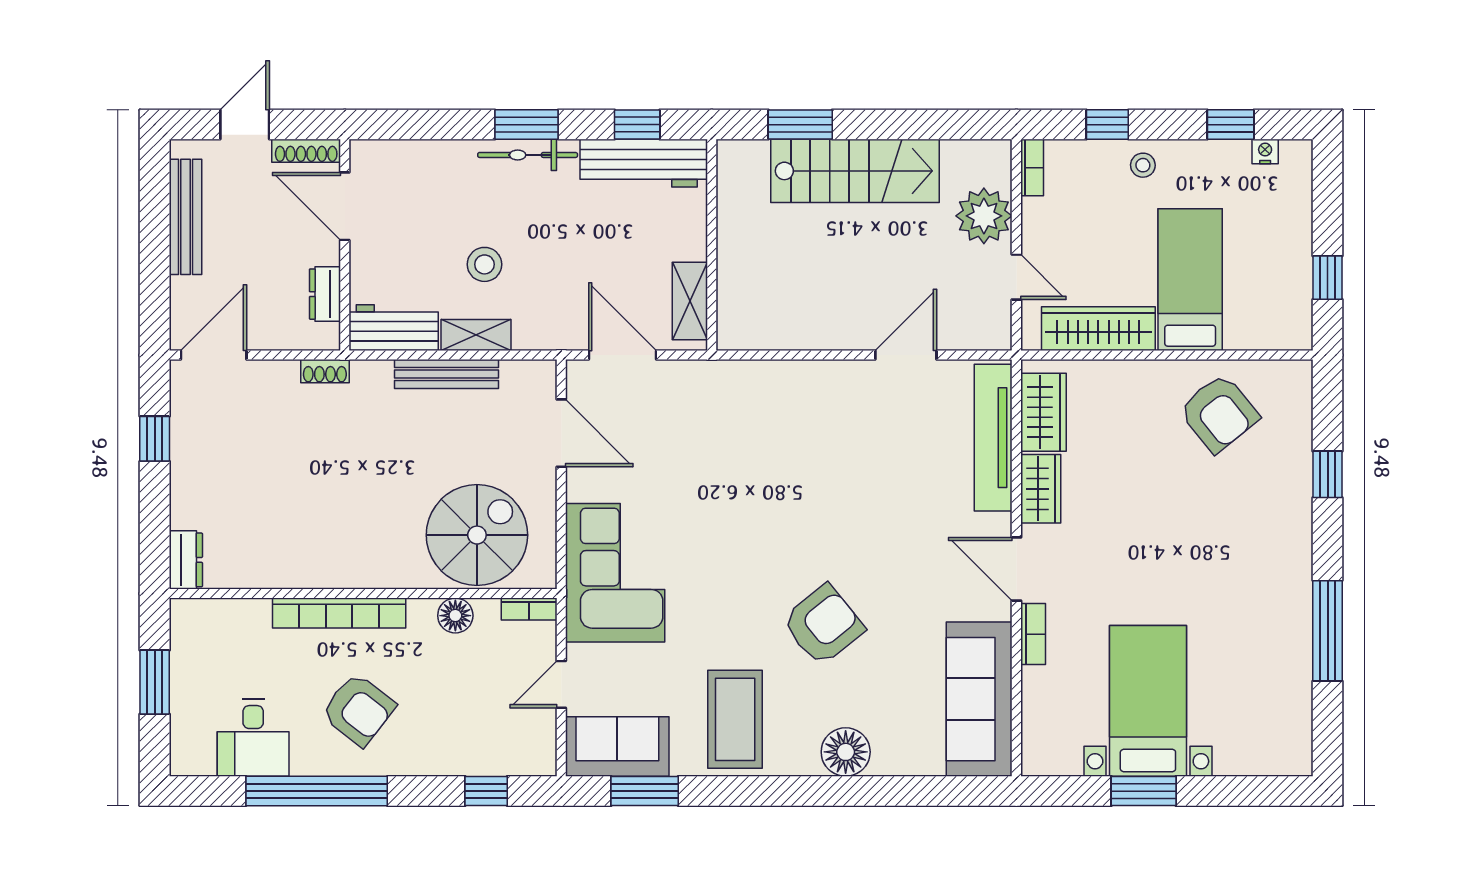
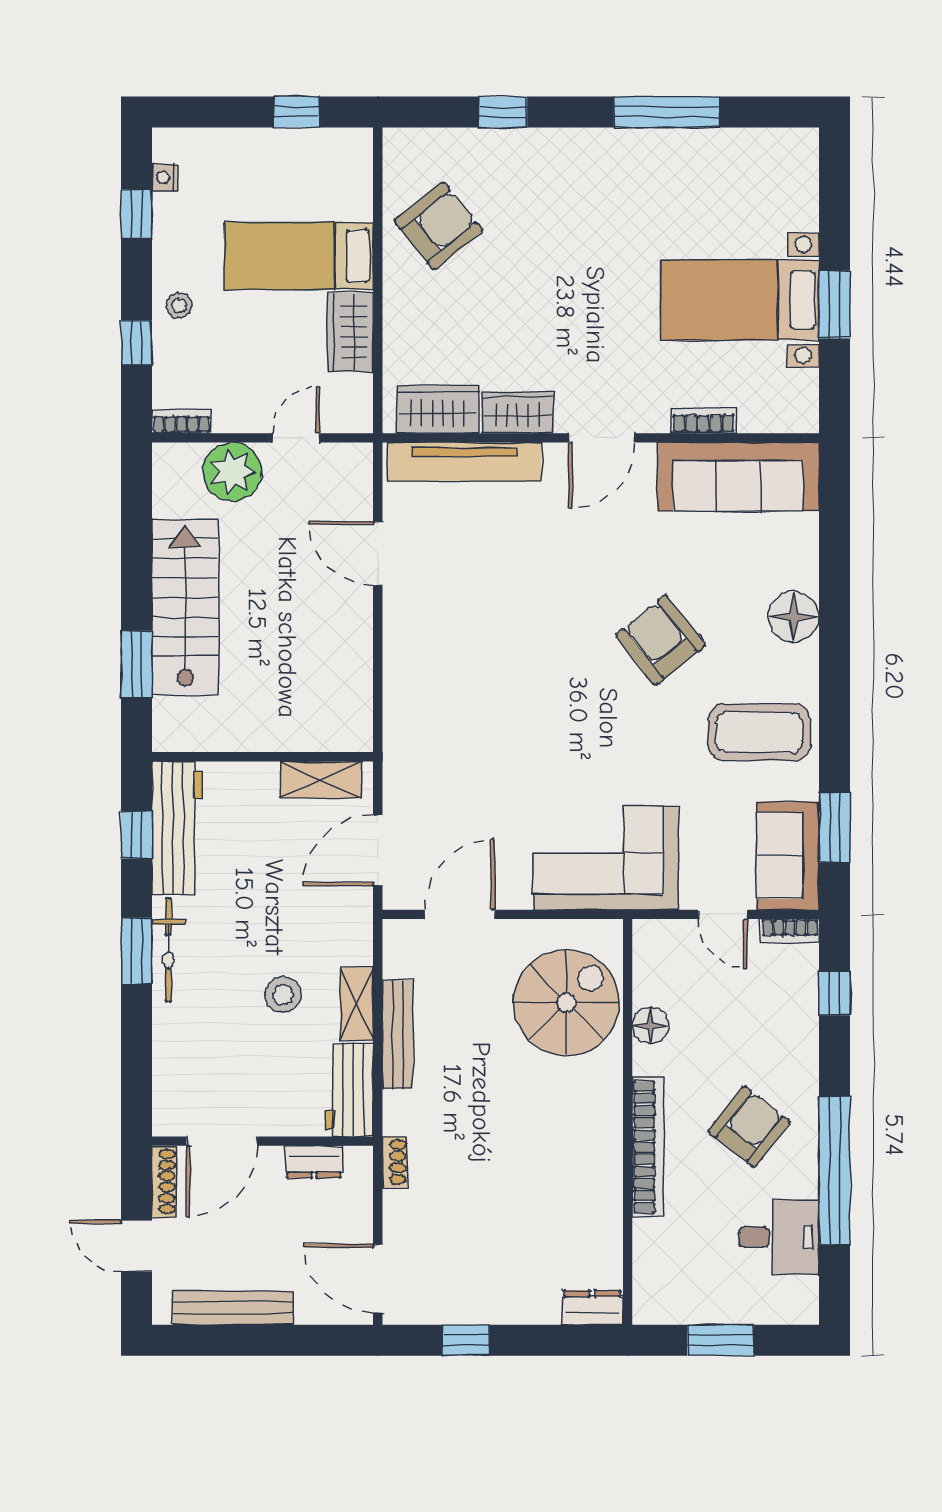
wardrobe: (1098, 329) -> (350, 332), width x0.67
spiral stairs: (477, 535) -> (566, 1003), turned 90
bookcase: (529, 609) -> (790, 931), moved, turned 90
bookcase: (1033, 634) -> (704, 420), moved

